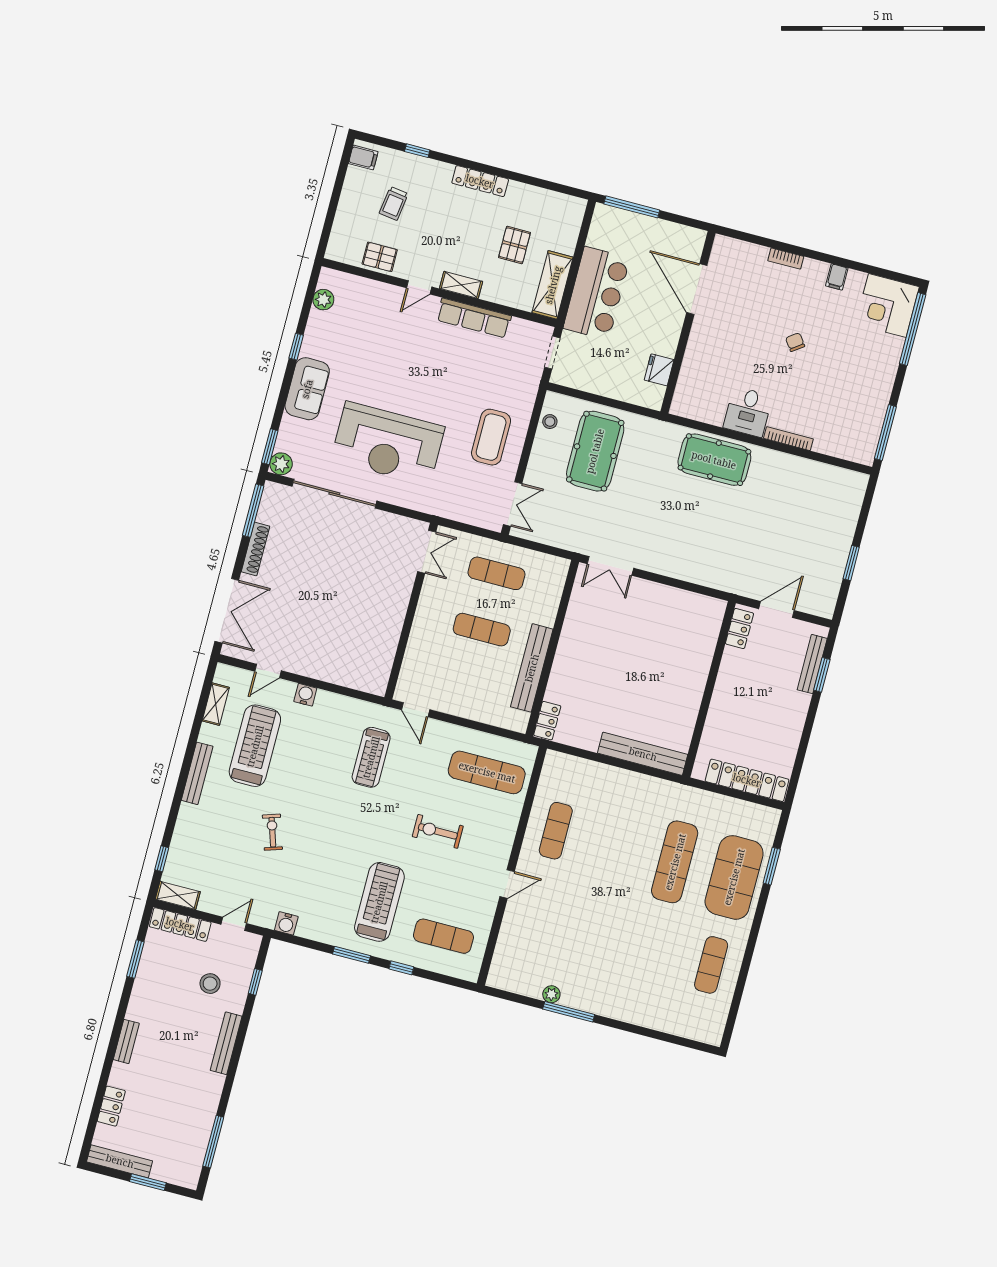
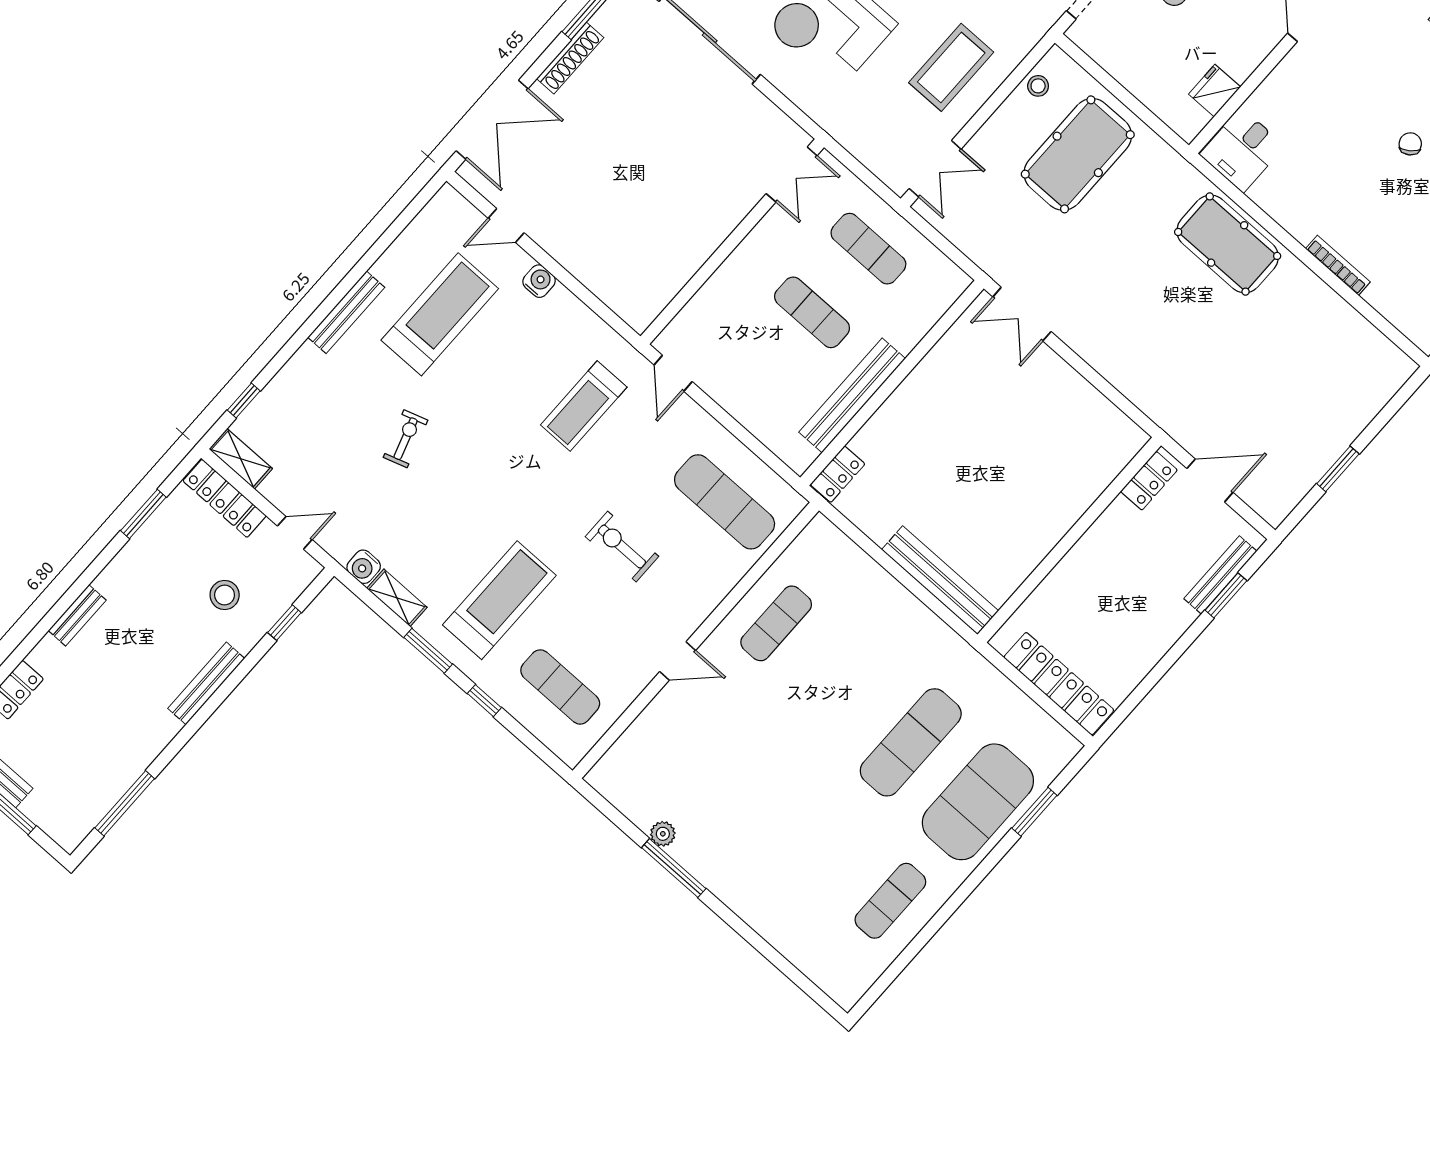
desk: (748, 412) -> (1242, 150), moved
shelving: (216, 704) -> (397, 598), moved, turned 90

